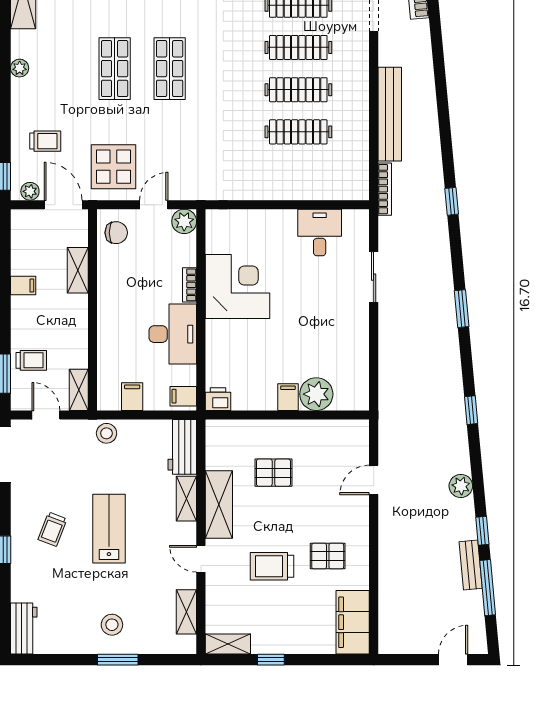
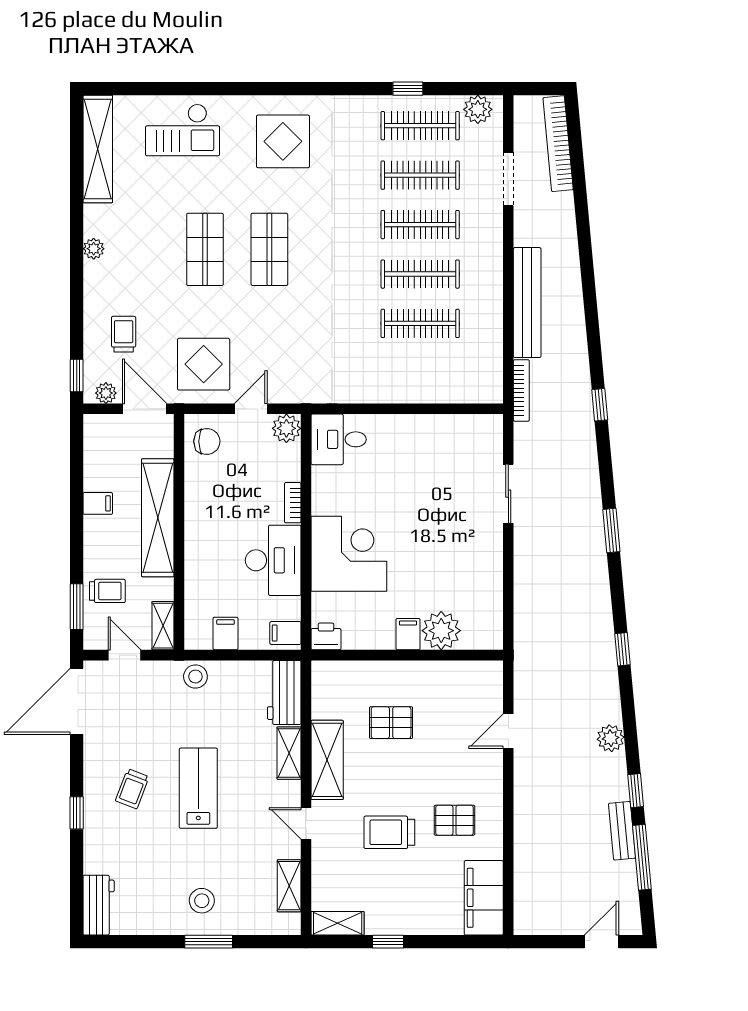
trolley: (45, 141) -> (124, 334), turned -90
desk: (320, 233) -> (339, 439), moved, turned -90
shelving: (78, 270) -> (158, 518), width x2.20, depth x1.33
corner desk: (237, 286) -> (349, 554), moved

